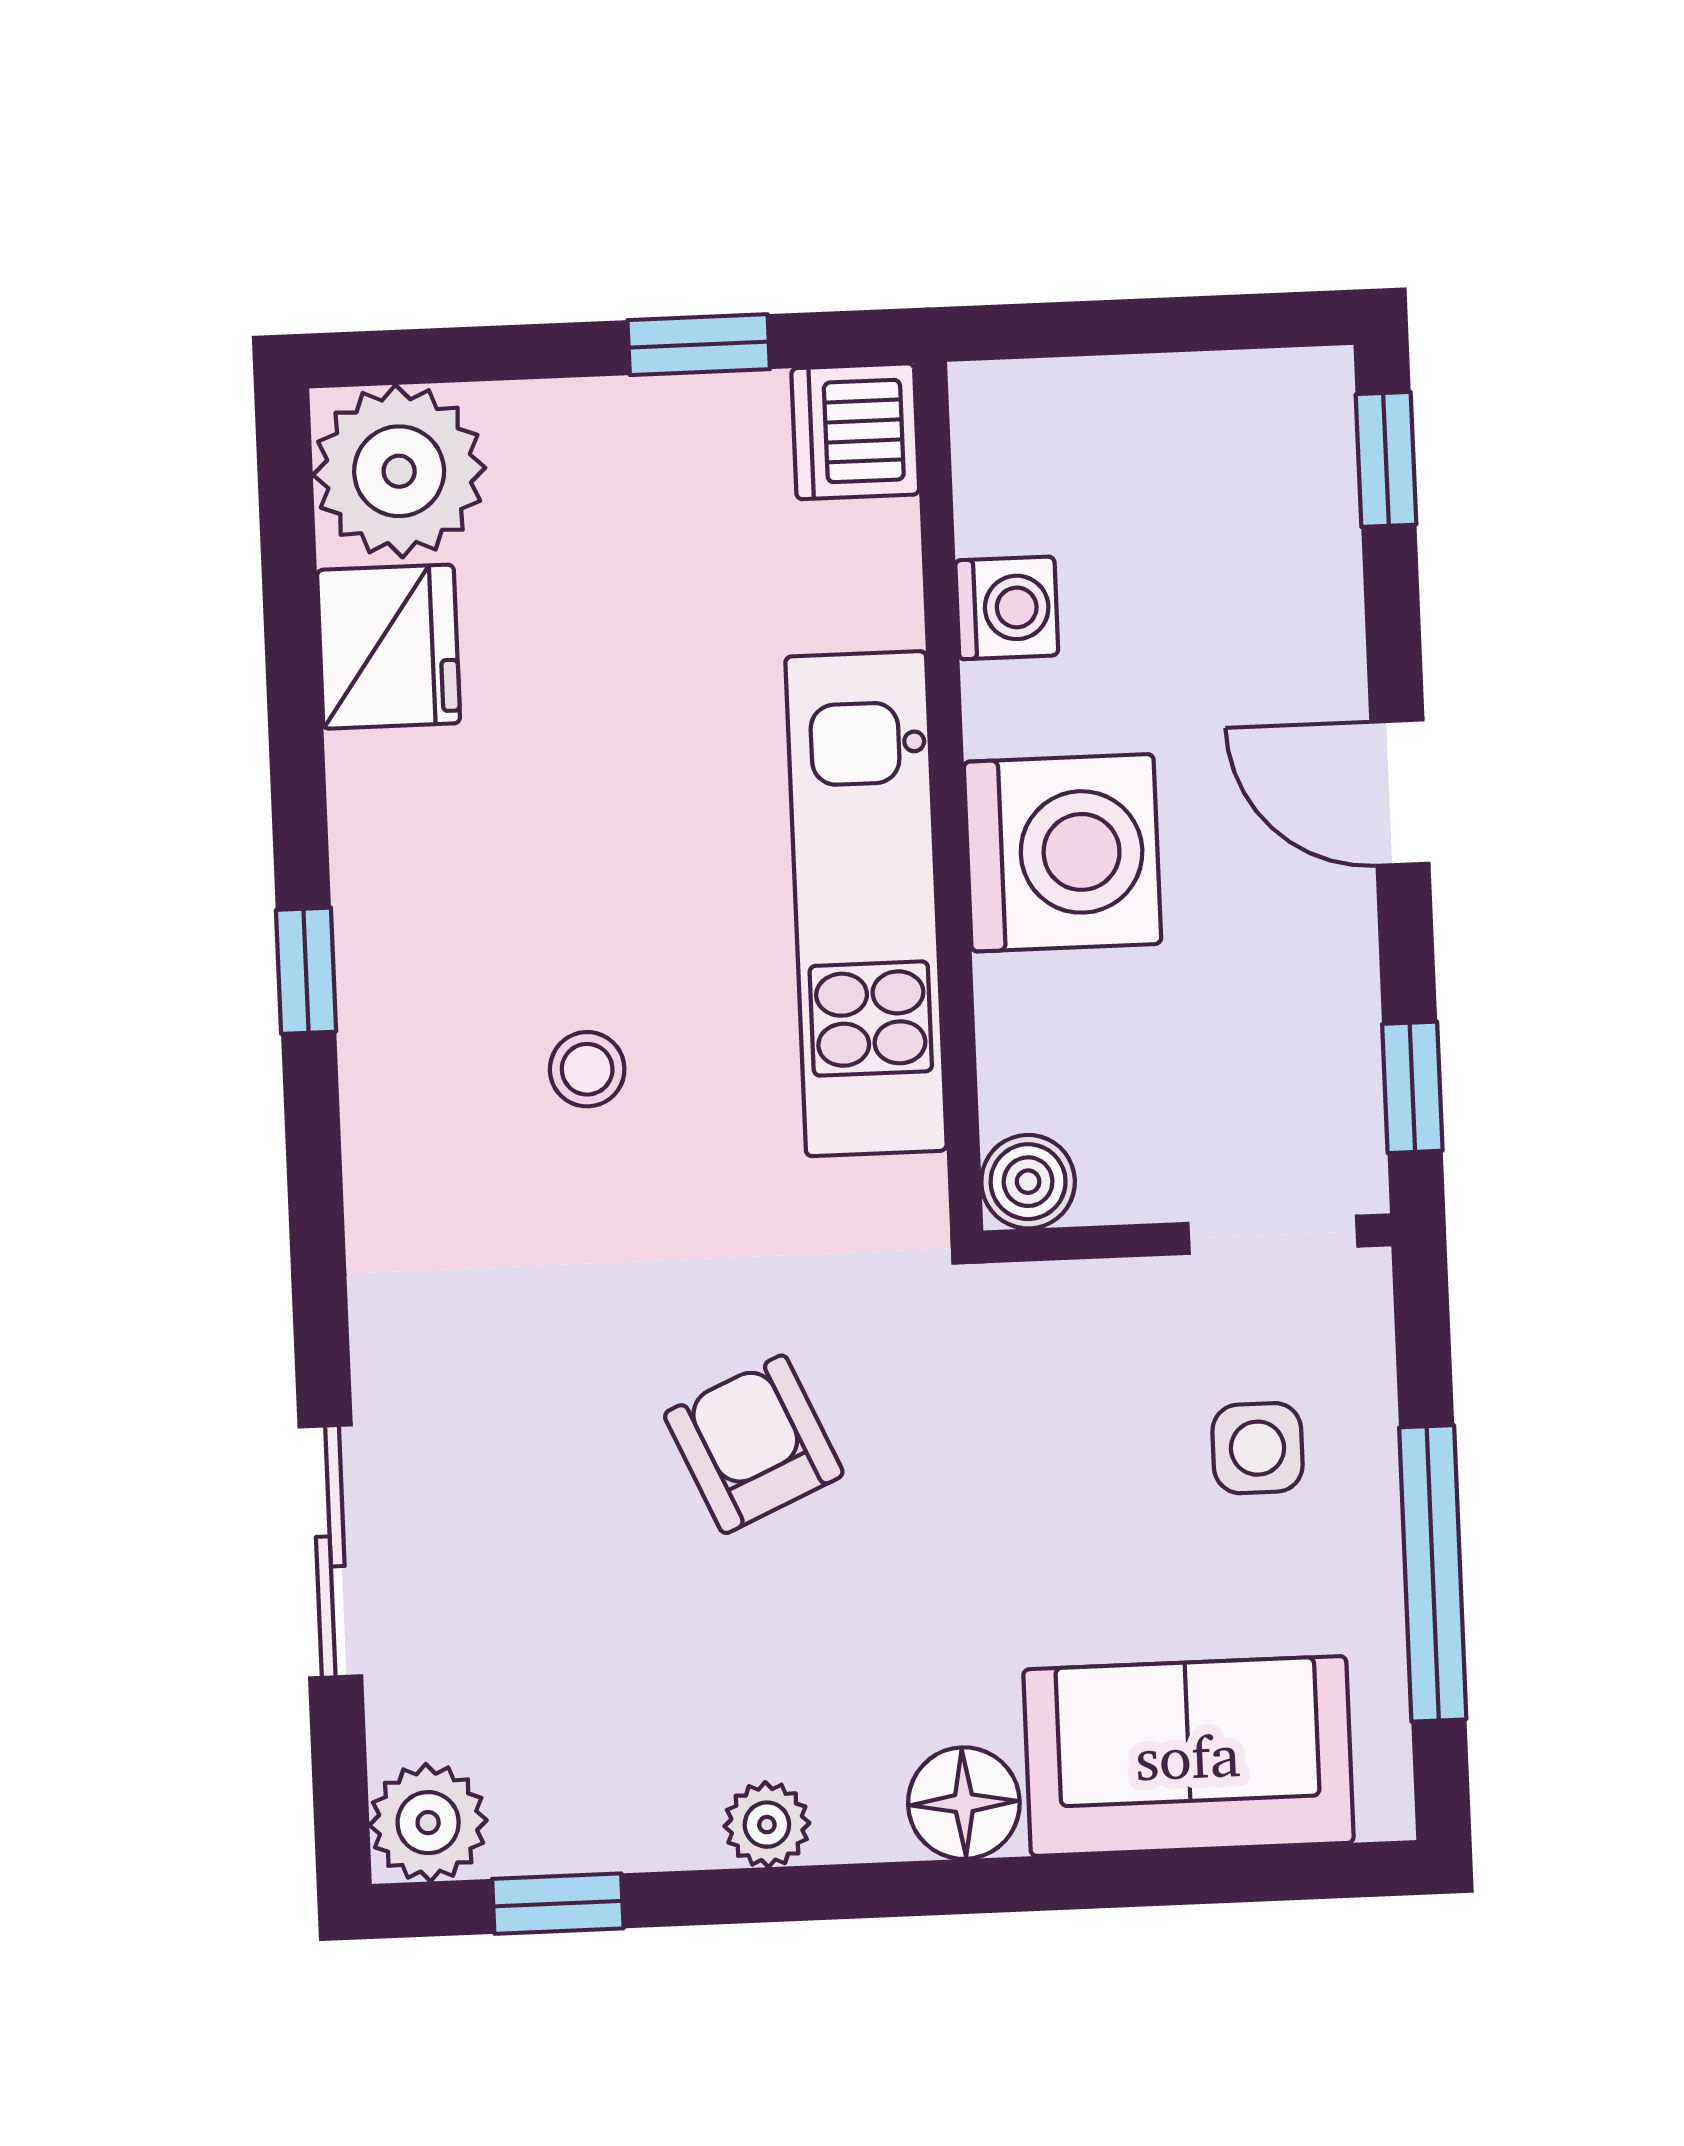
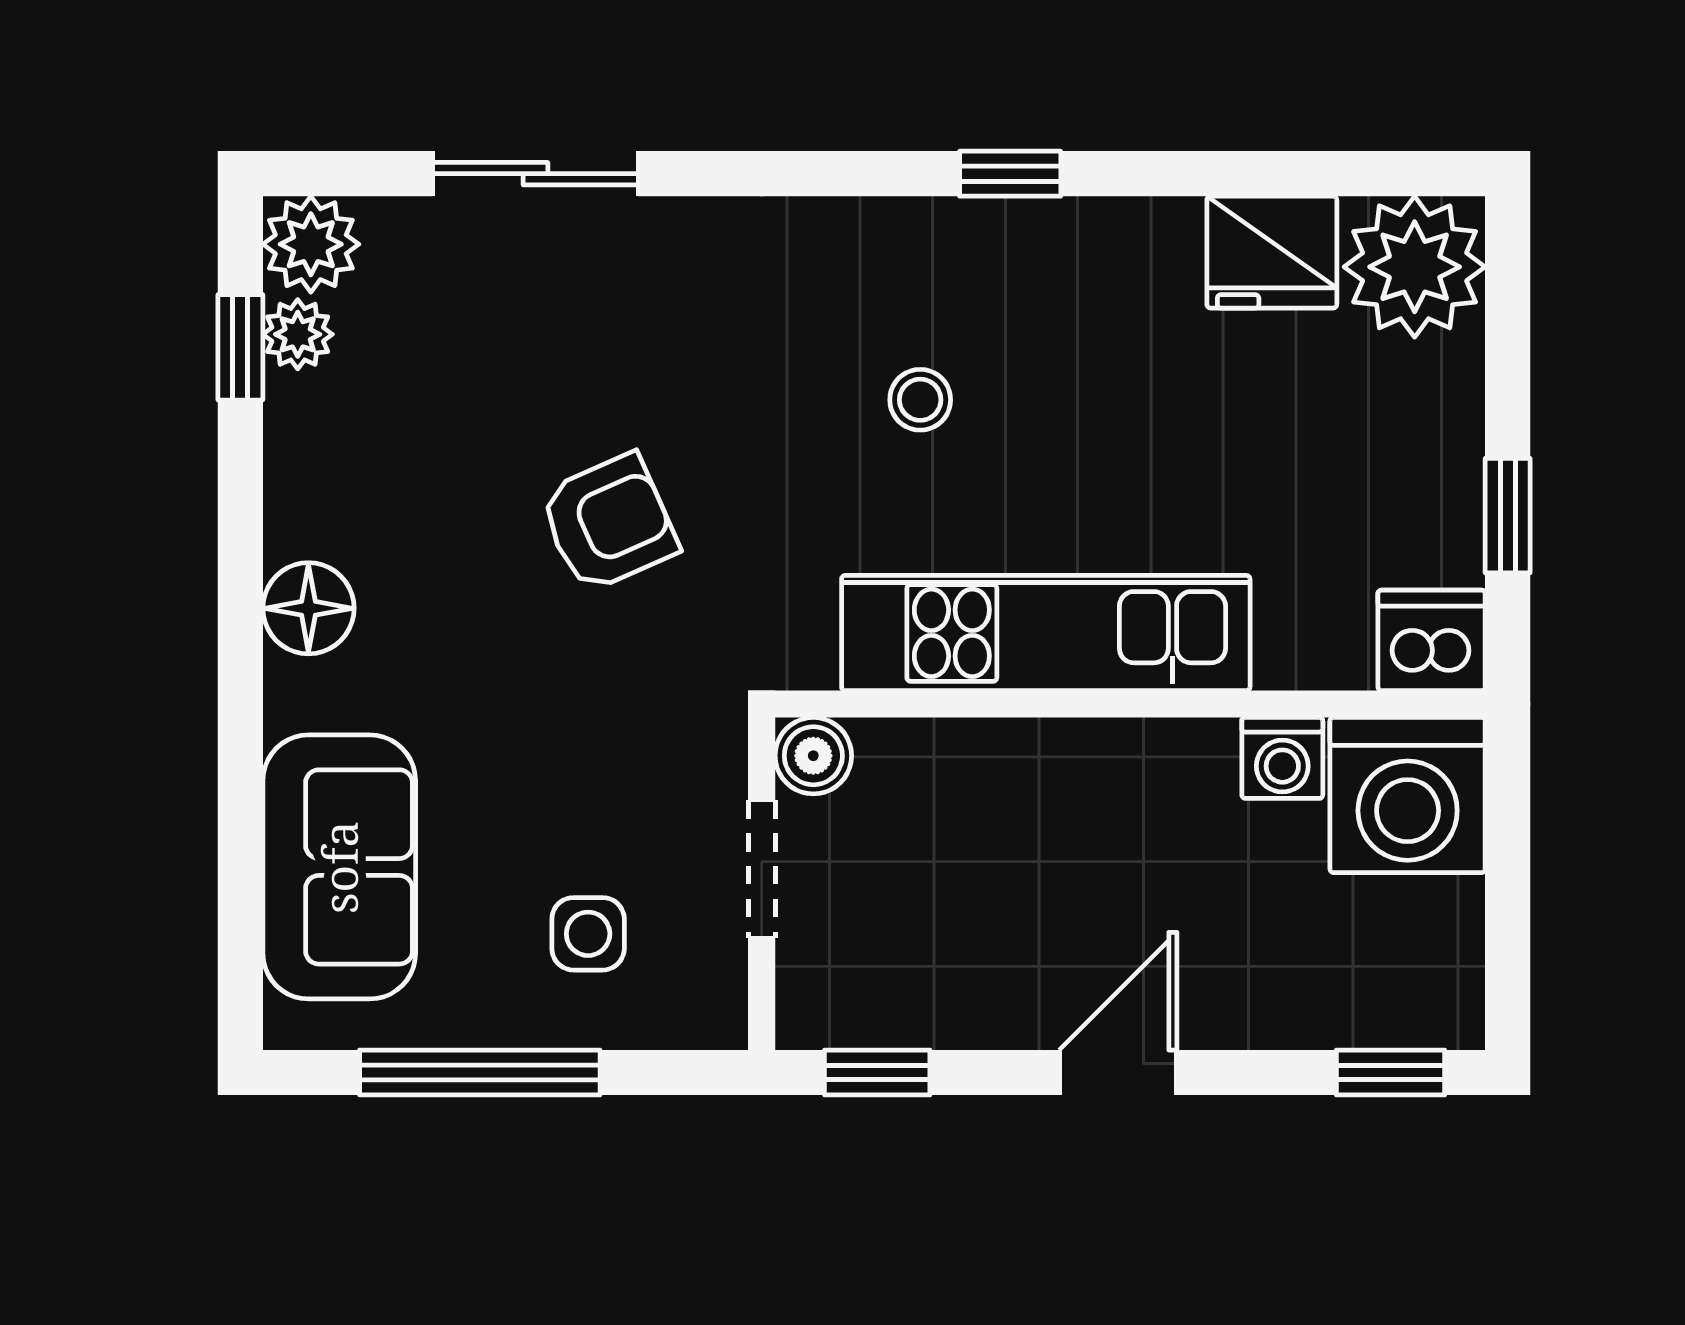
washing machine: (1063, 853) -> (1408, 795), moved
doorway: (1273, 1235) -> (762, 869), moved
floor lamp: (964, 1803) -> (308, 608), moved
plant: (767, 1825) -> (298, 334), moved

